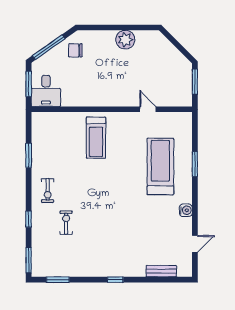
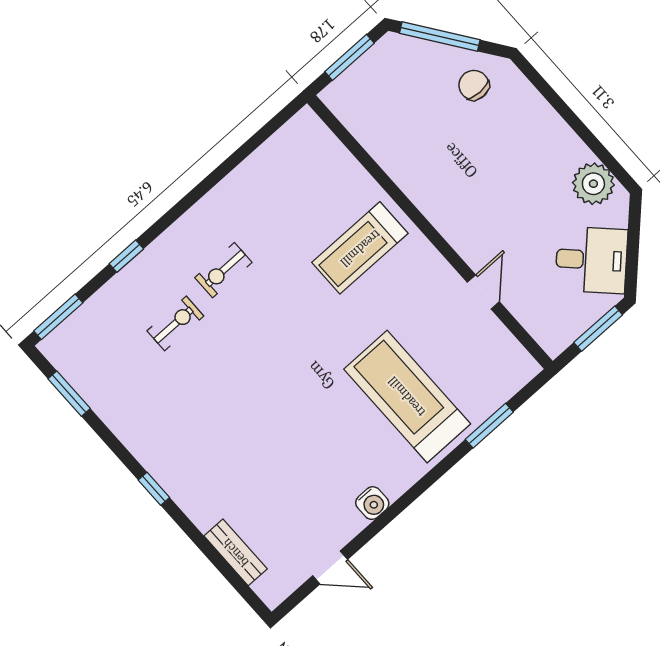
plant: (125, 40) -> (593, 184), moved
desk: (46, 91) -> (591, 260), moved, turned -135
window: (29, 155) -> (232, 162), removed
window: (195, 164) -> (489, 426), moved
treadmill: (160, 166) -> (407, 396), turned -90
exercise bike: (48, 191) -> (223, 270), moved

